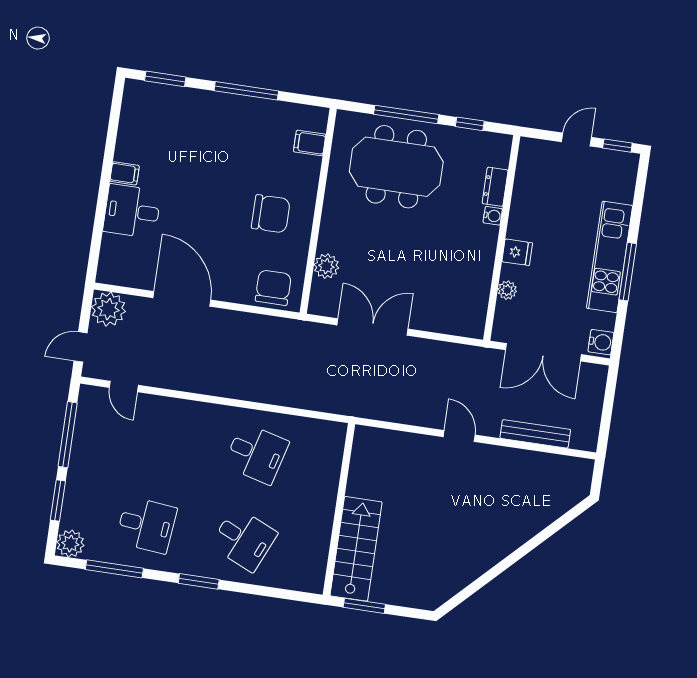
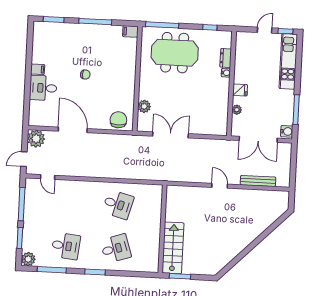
window: (406, 114) -> (162, 25), moved
filing cabinet: (310, 143) -> (130, 31), moved
chair: (271, 214) -> (85, 75), moved, width x0.54, depth x0.54
kitchen unit: (610, 257) -> (288, 61), moved
window: (628, 272) -> (296, 110), moved
desk: (244, 539) -> (116, 249), turned -42

